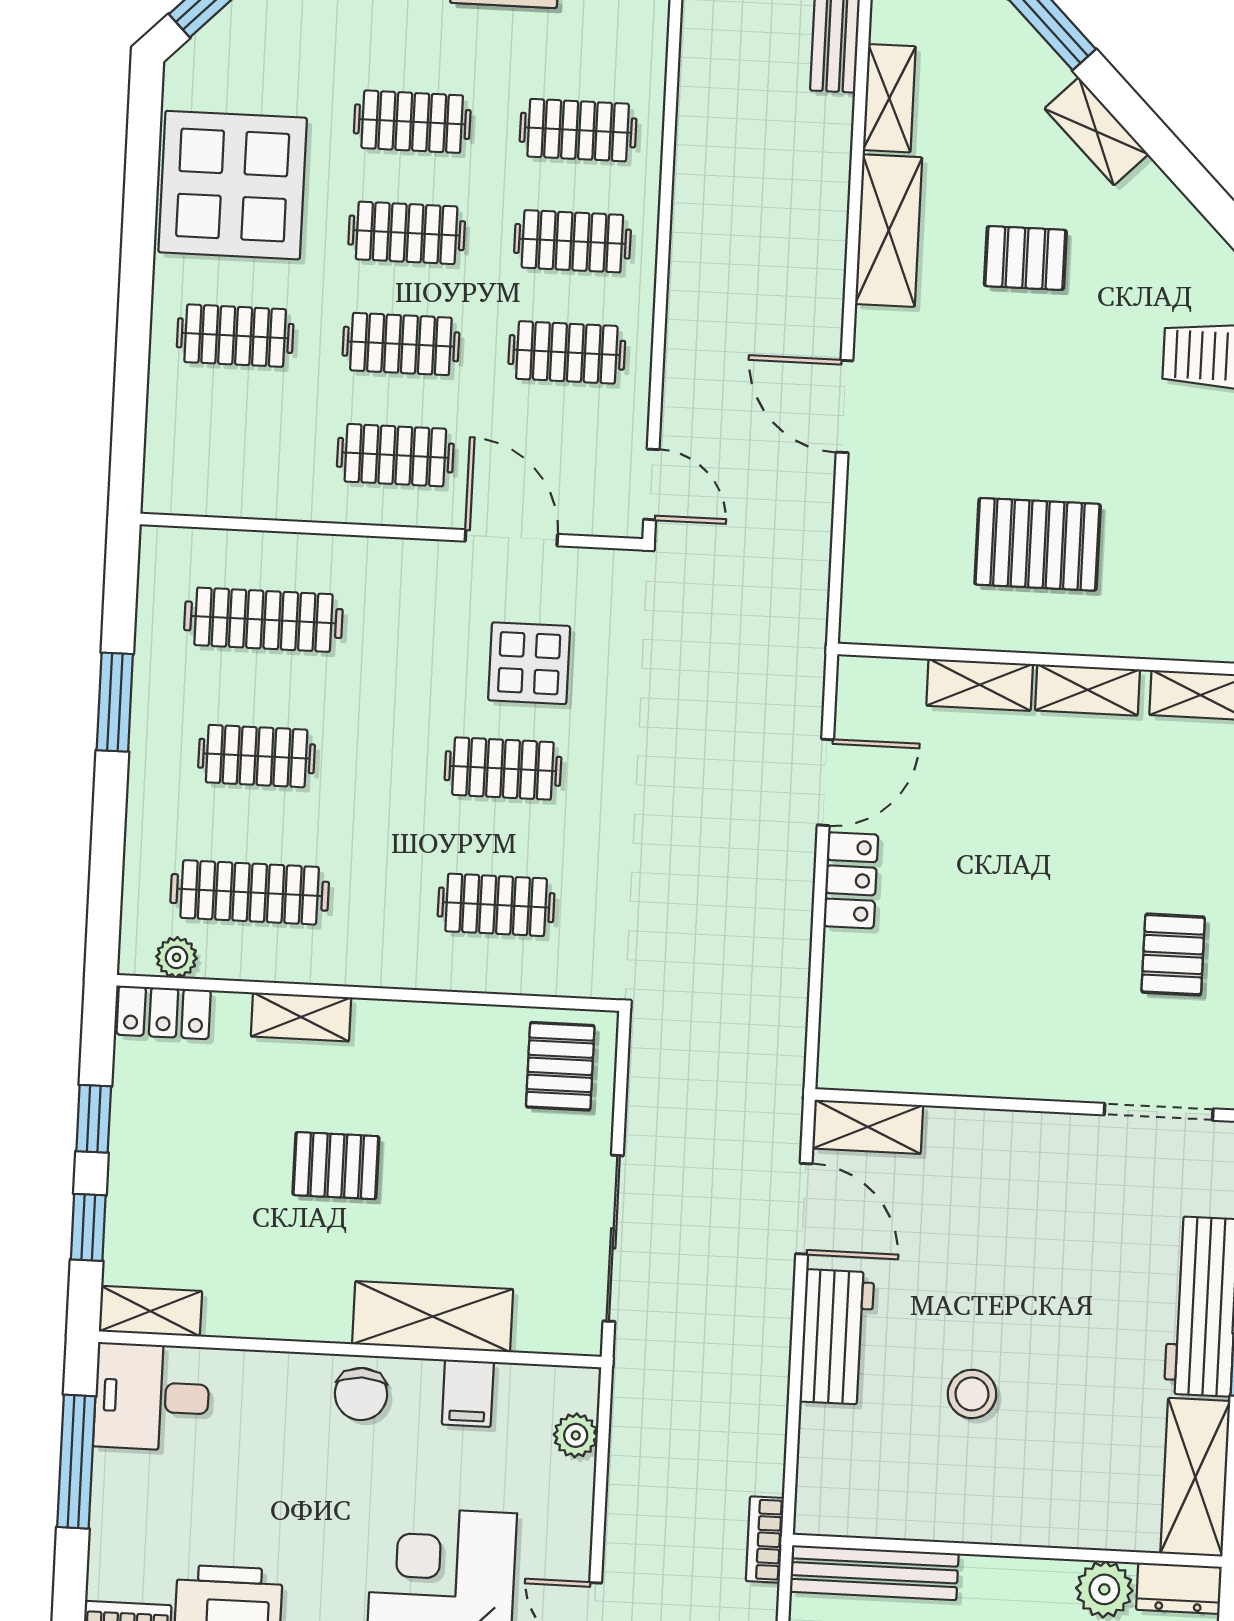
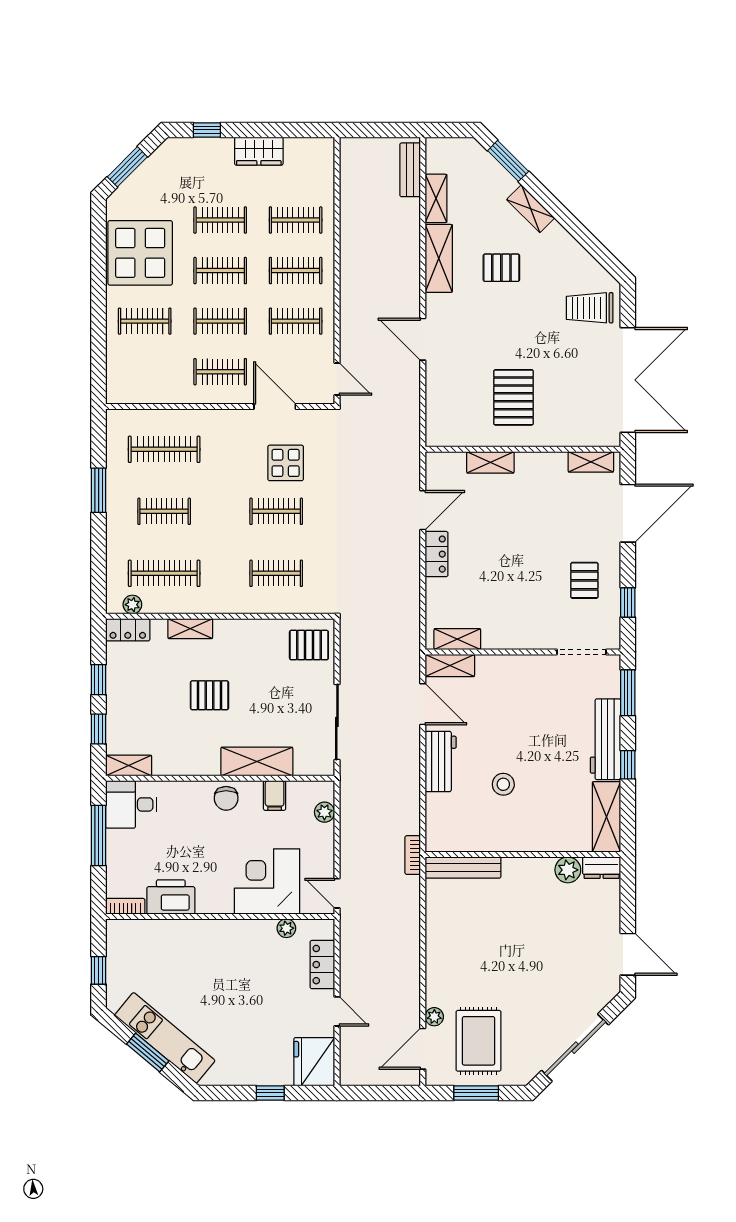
pallet: (1038, 544) -> (513, 397), turned 90
shelving: (1088, 690) -> (457, 639), moved
pallet: (560, 1066) -> (309, 645), turned 90

